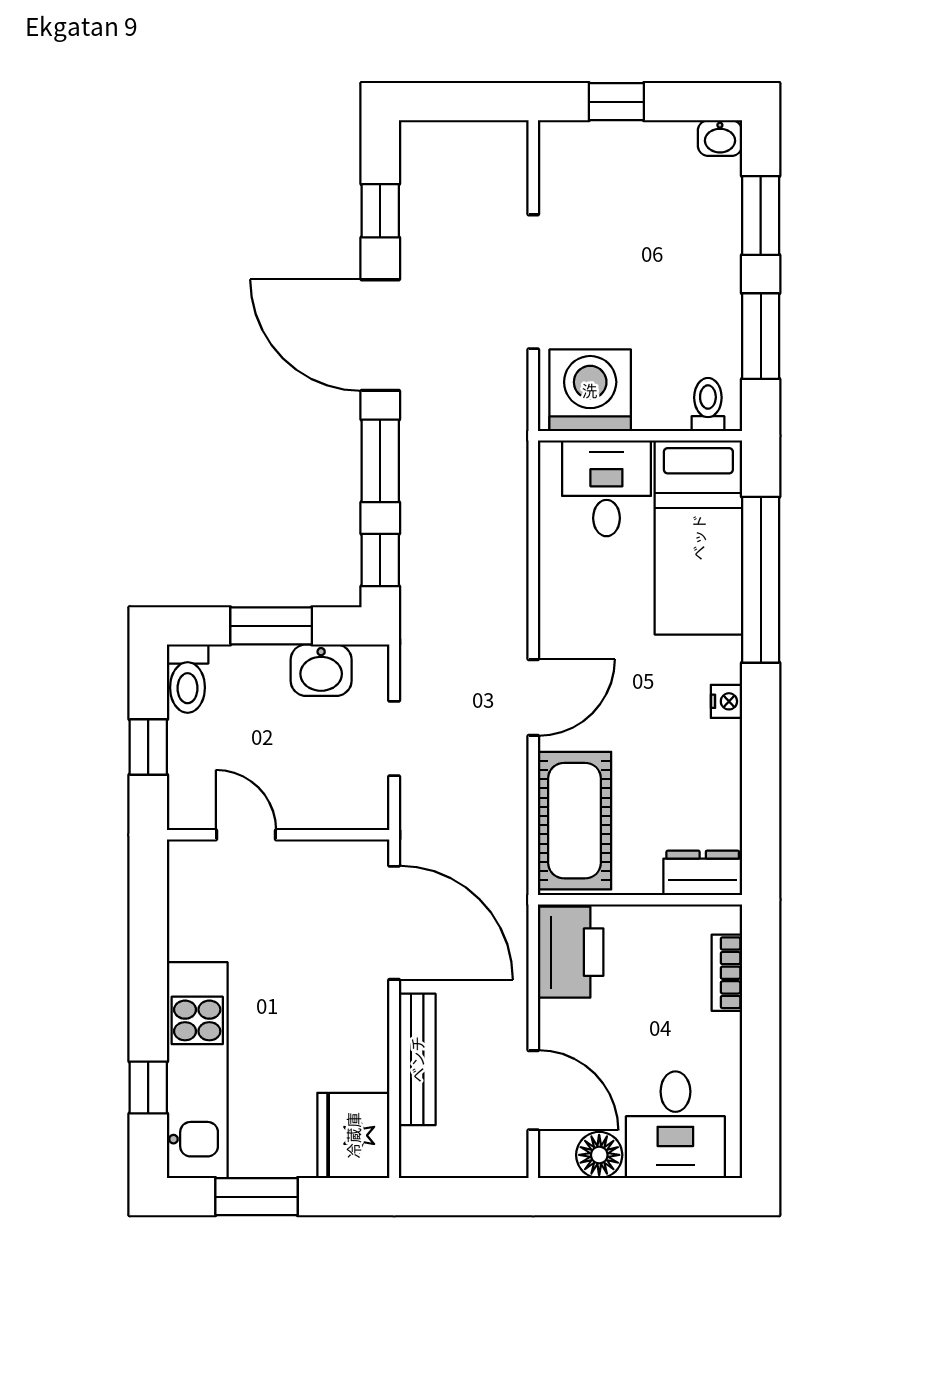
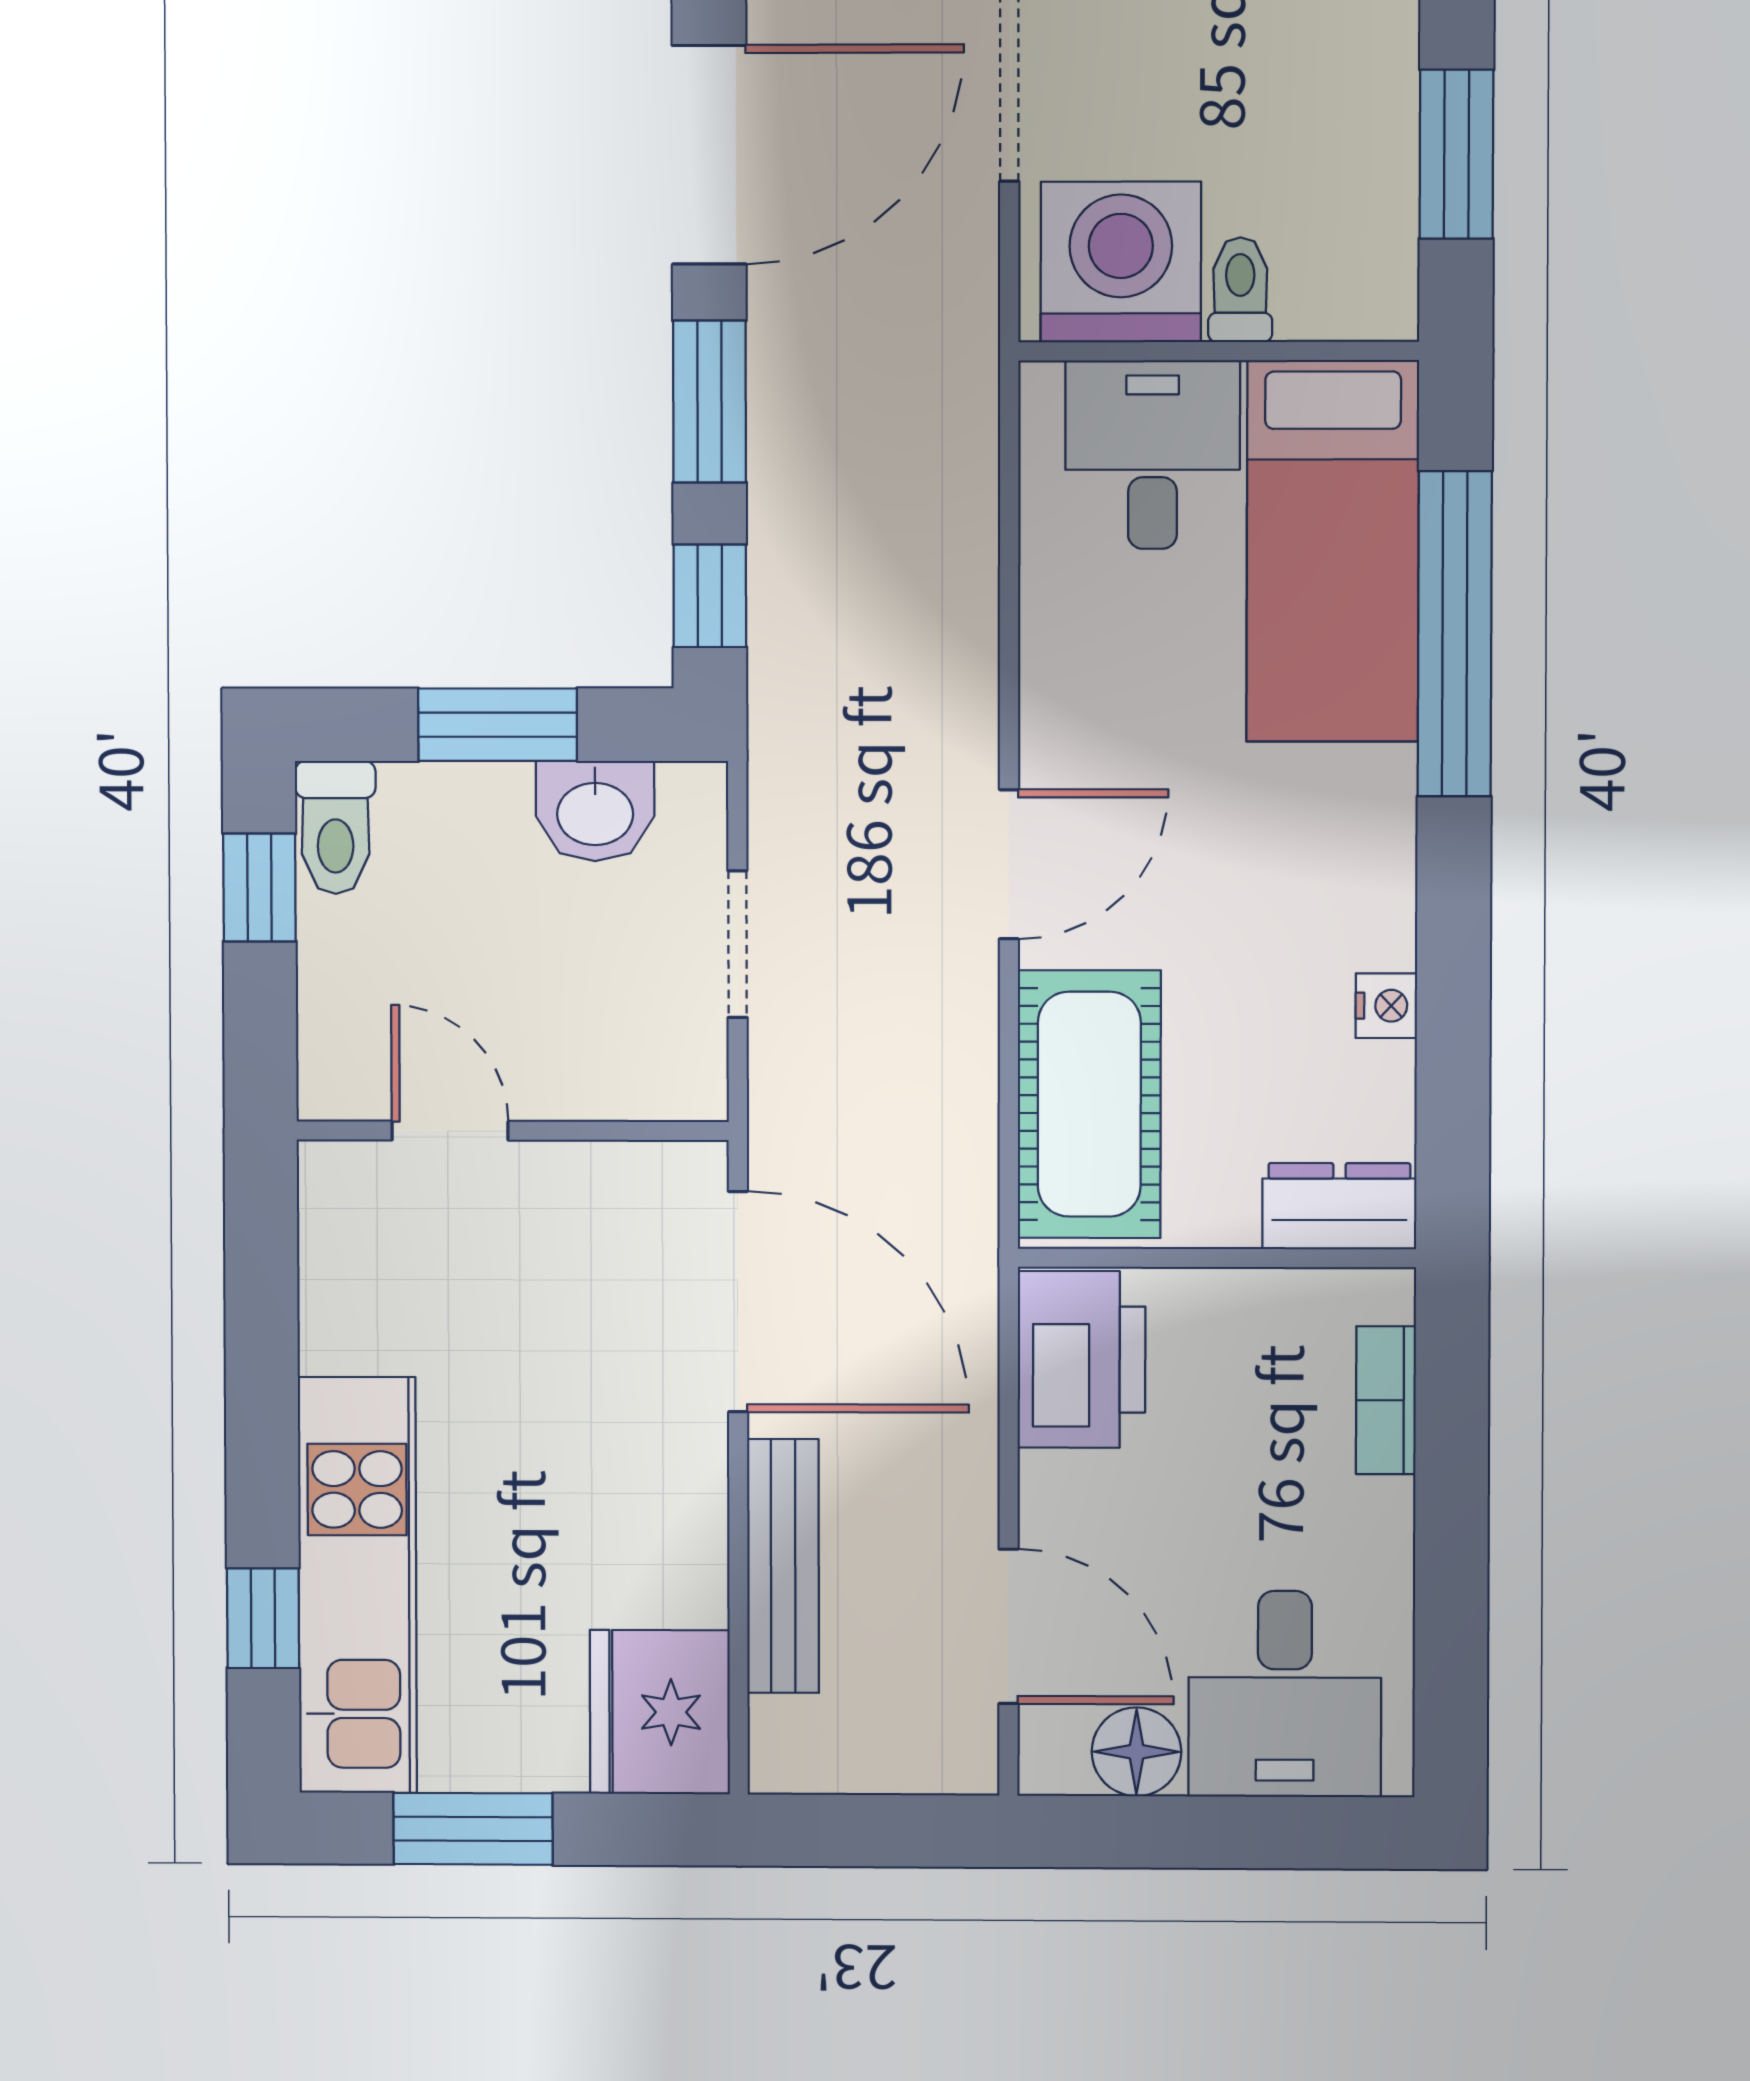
door: (380, 335) -> (709, 155), swing flipped
toilet: (708, 404) -> (1240, 290), moved
nightstand: (726, 701) -> (1386, 1006), moved
window: (148, 747) -> (259, 888), moved

